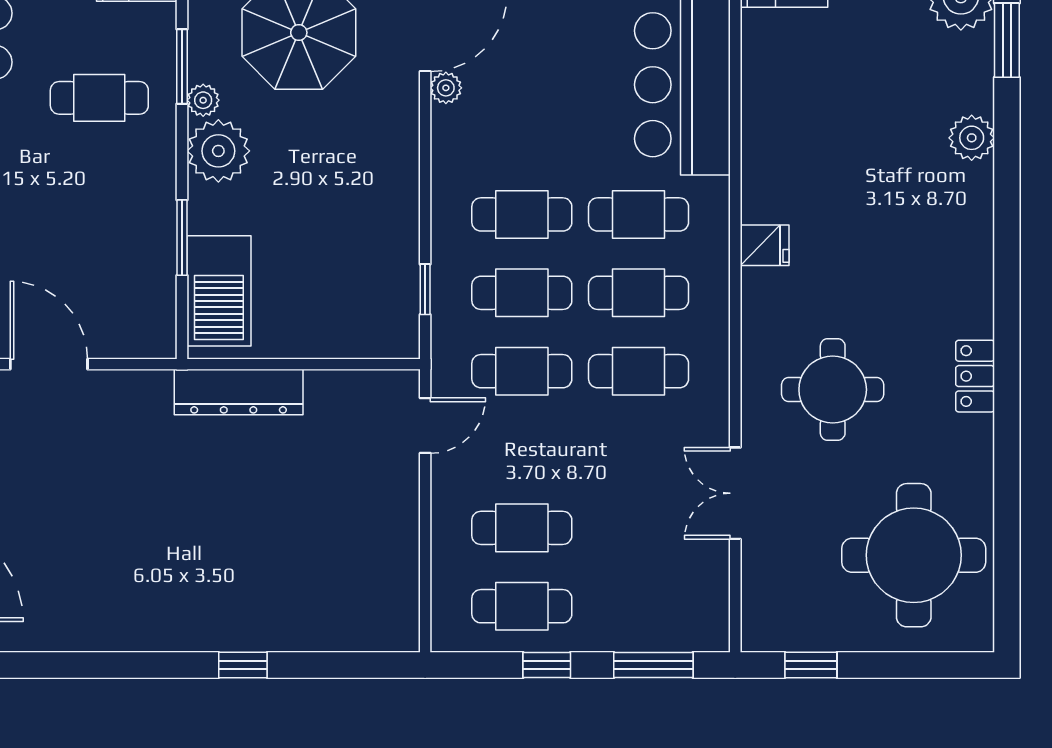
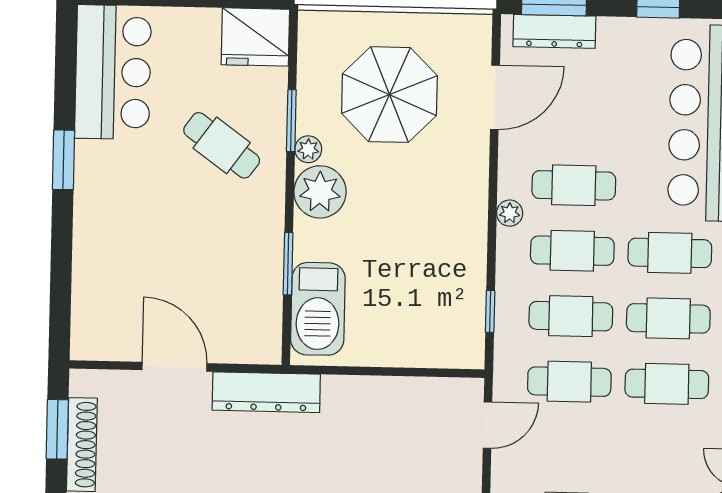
plant: (446, 88) -> (510, 213), moved
cafe table: (99, 98) -> (222, 145), turned 36
cafe table: (522, 136) -> (574, 185), added
dresser: (239, 392) -> (266, 392), moved

